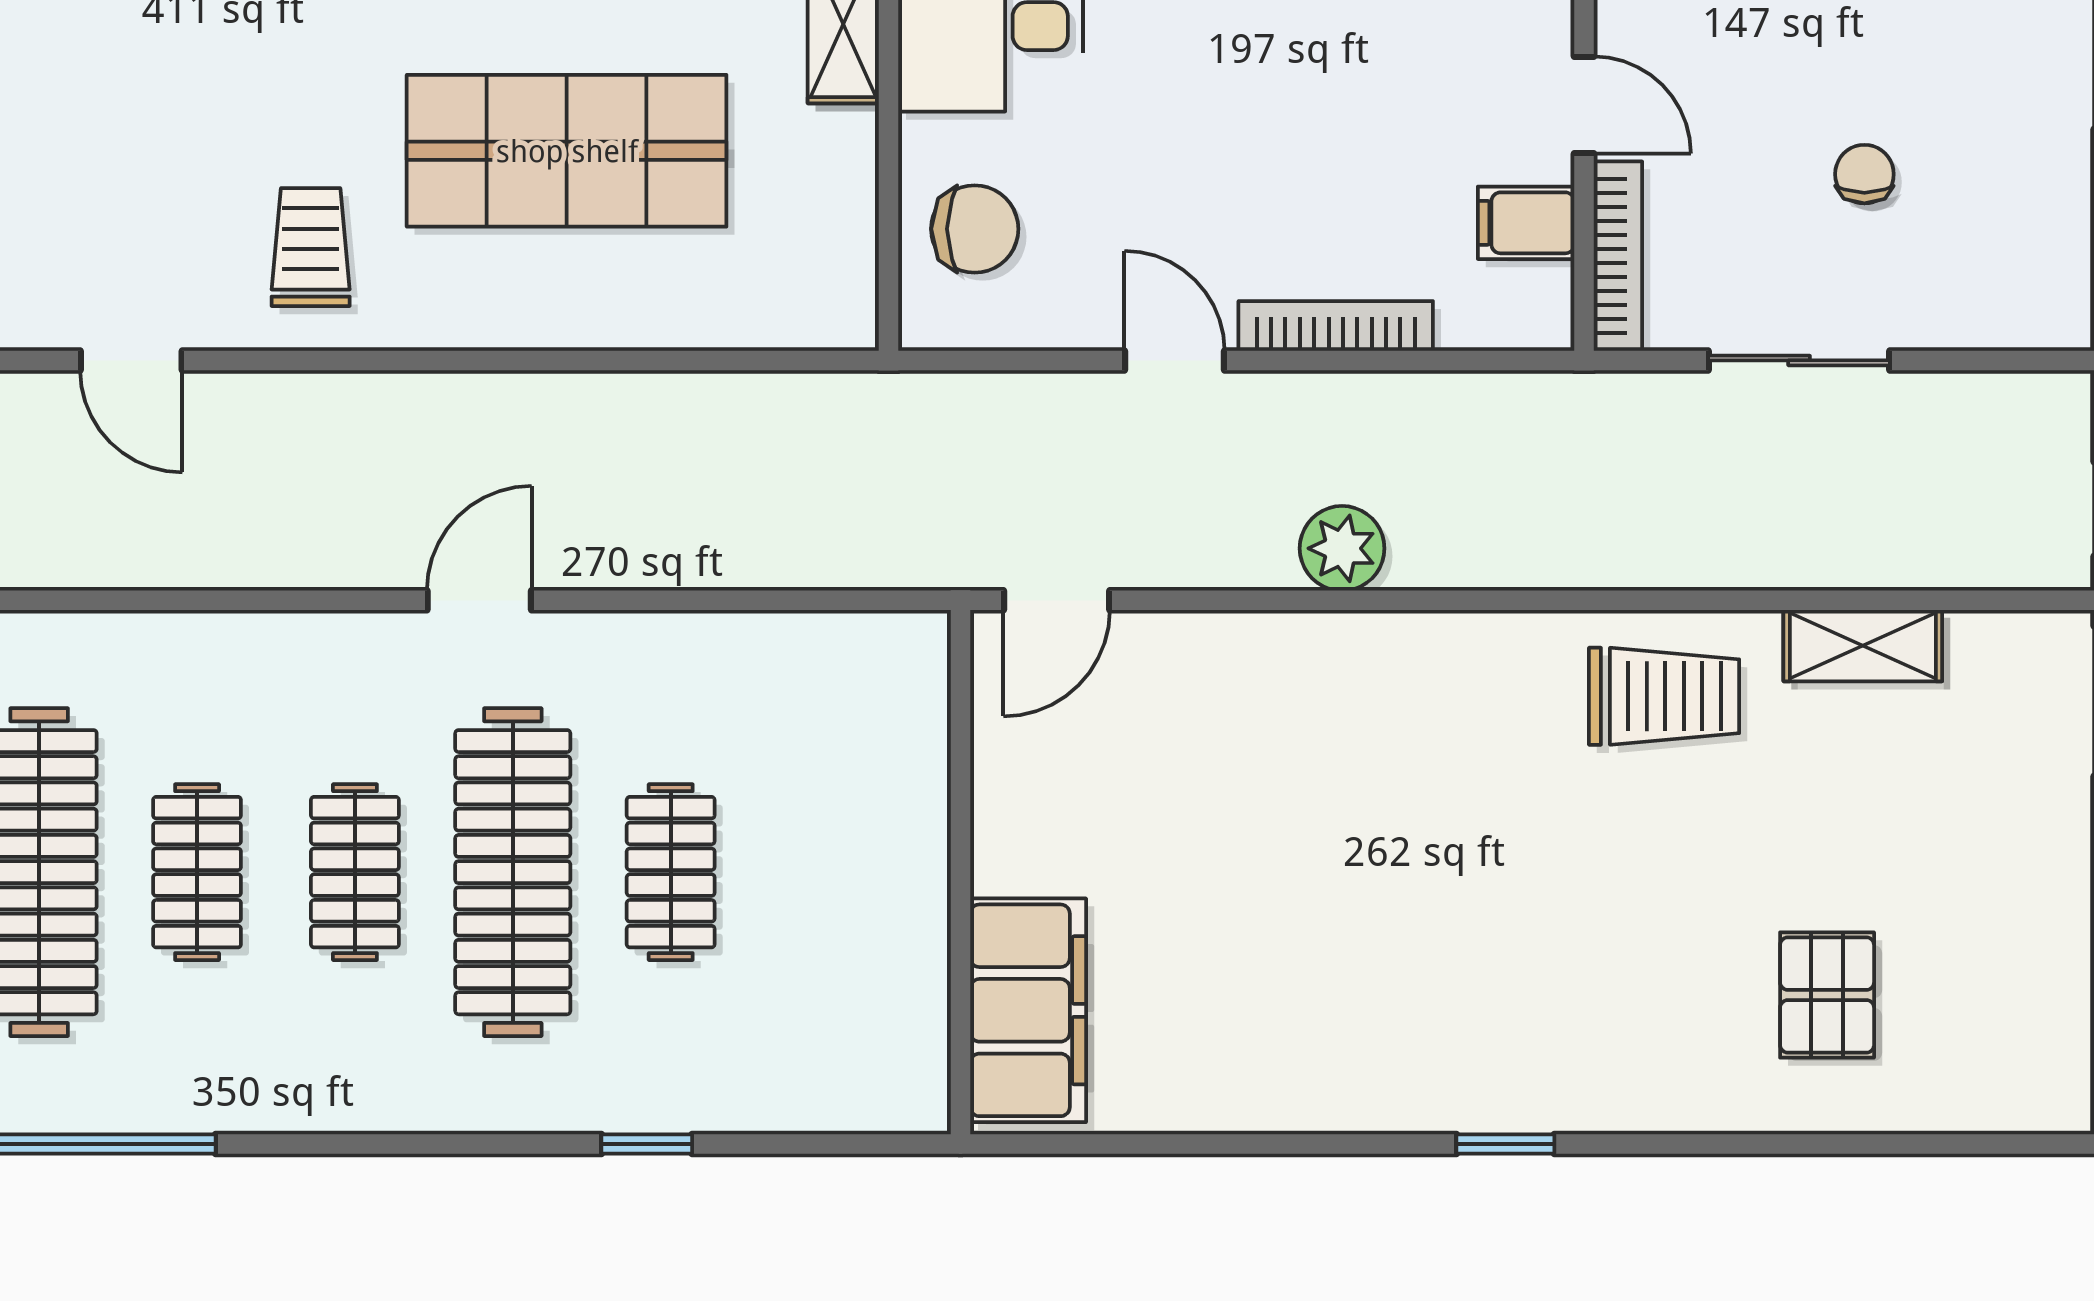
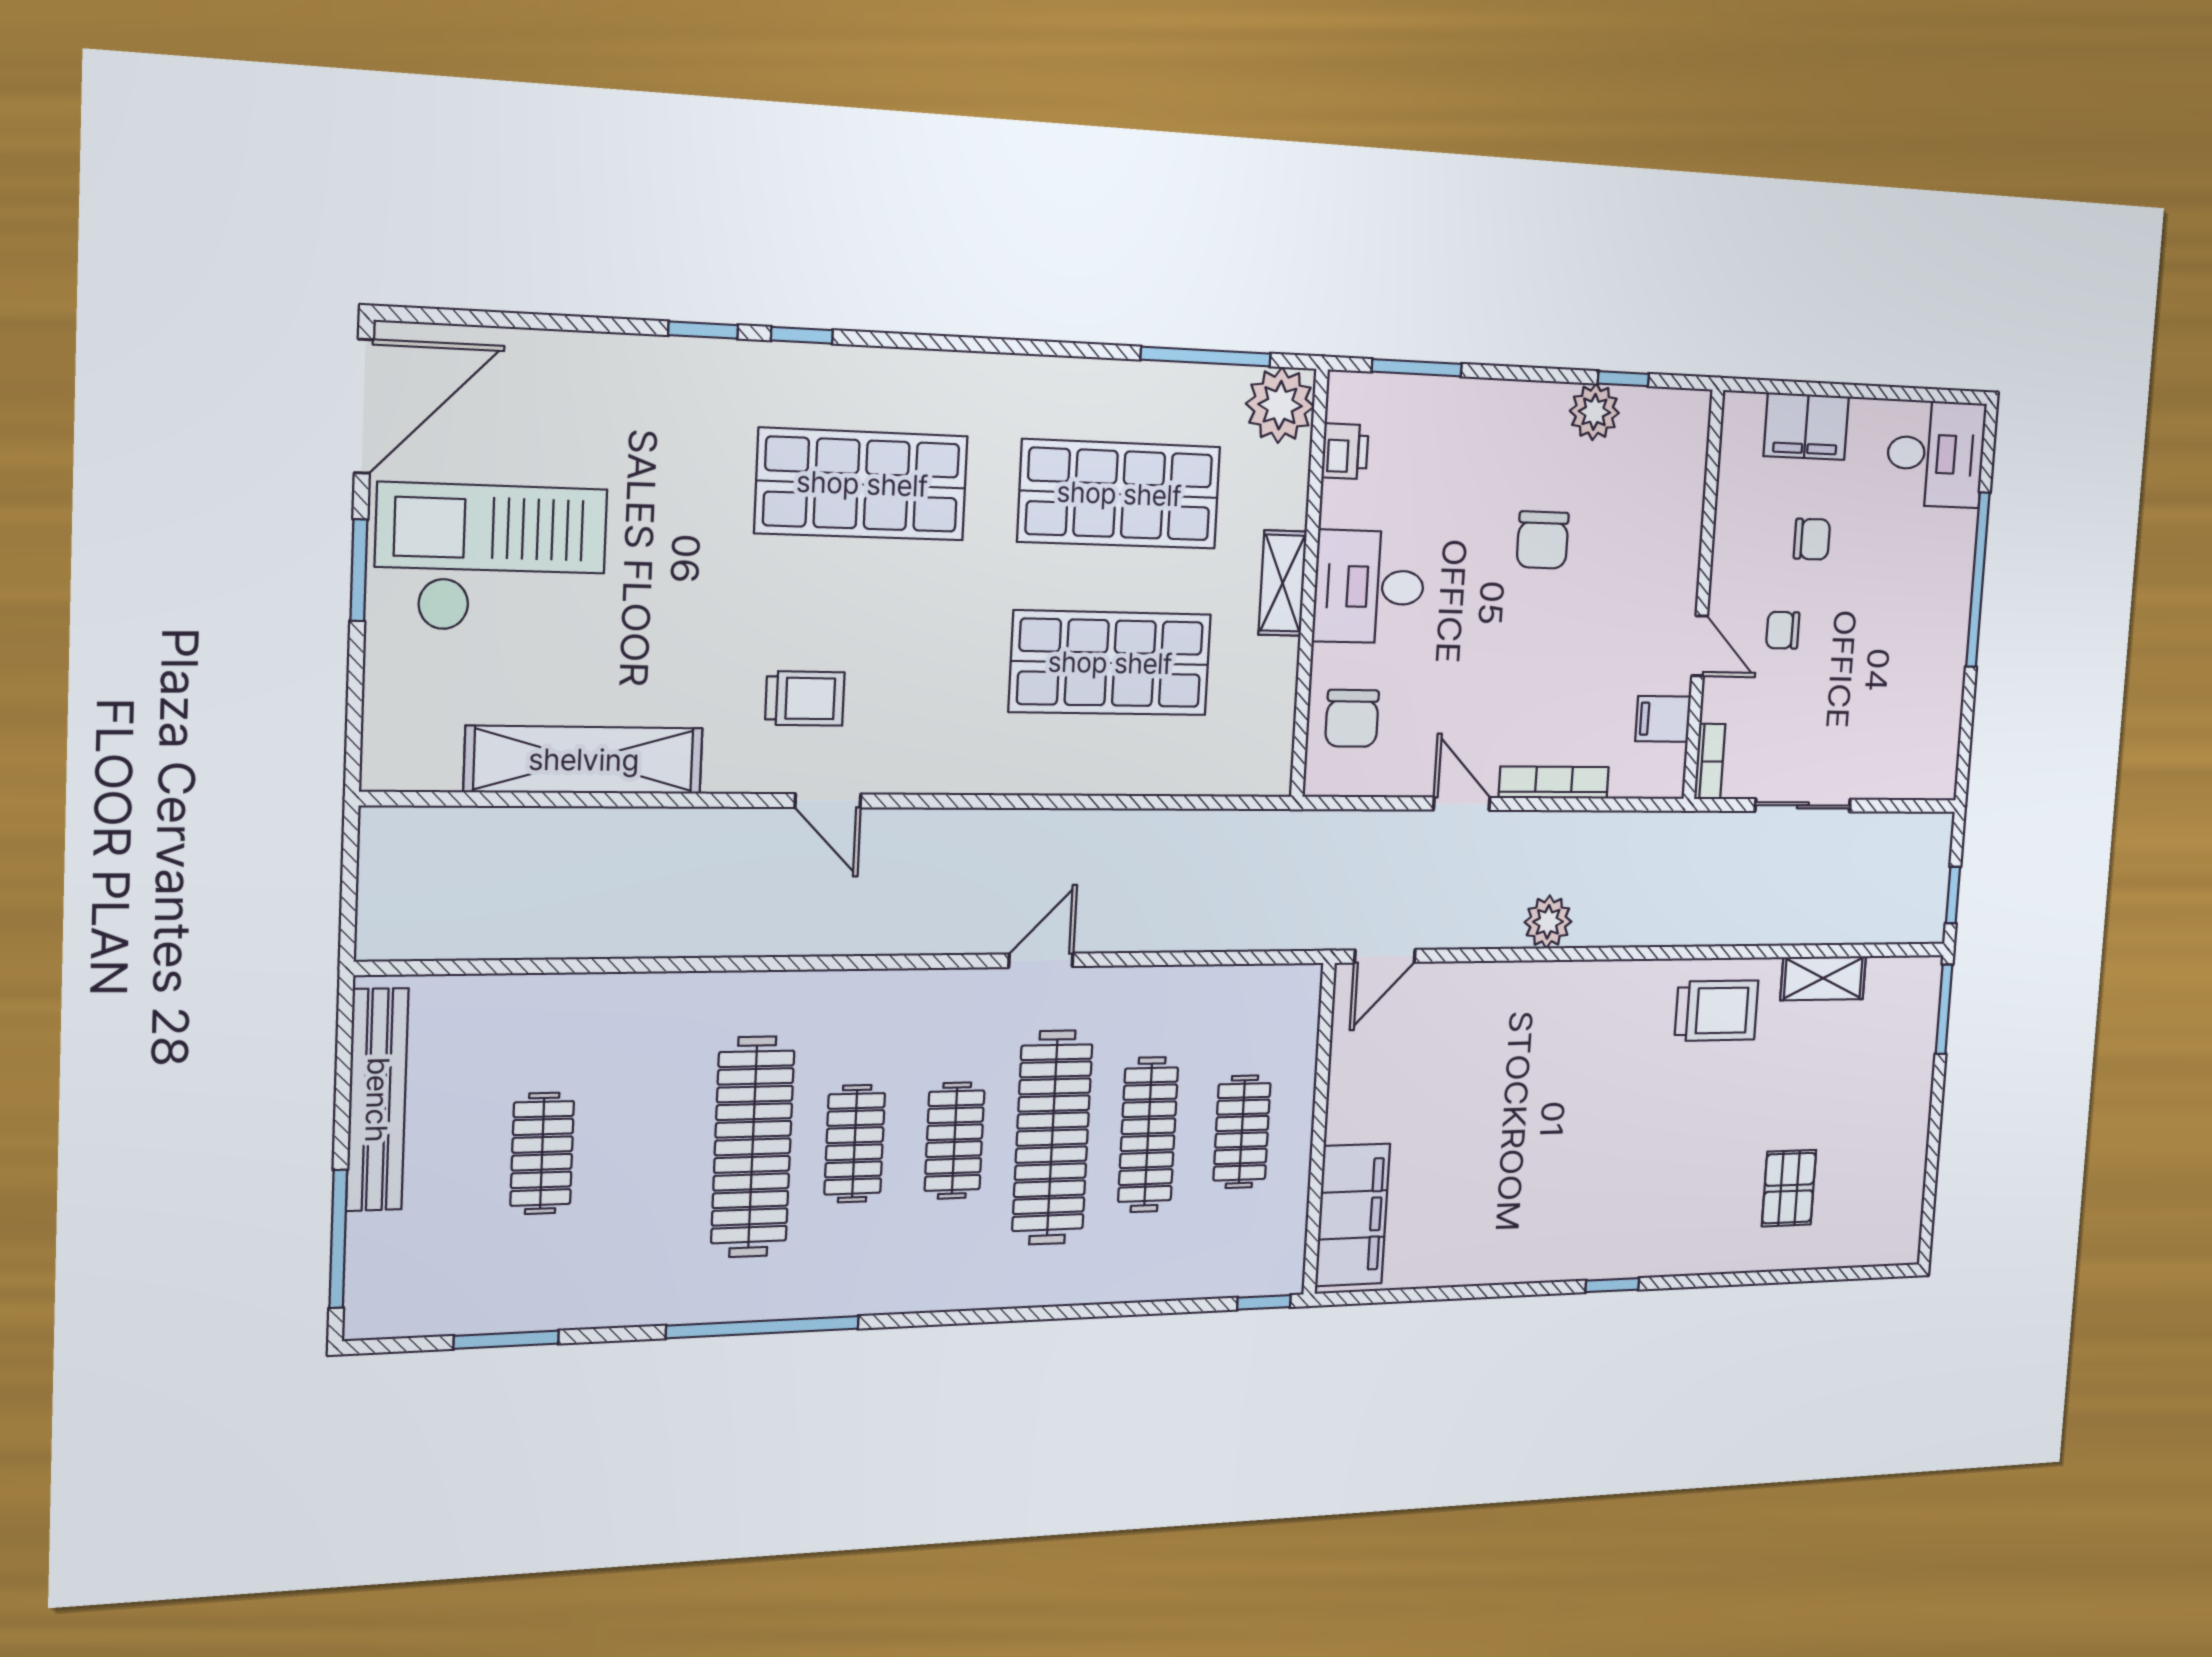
chair: (1864, 174) -> (1783, 630), moved, turned -90
chair: (975, 229) -> (1352, 718), turned 90
trolley: (311, 247) -> (805, 698), moved, turned 90
bookcase: (1618, 256) -> (1710, 761), width x0.64
clothes rail: (671, 872) -> (1148, 1135), width x1.36
clothes rail: (829, 872) -> (1242, 1132), added
window: (647, 1144) -> (1264, 1302), moved

